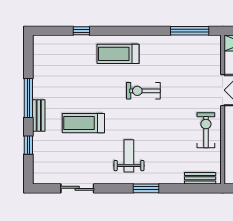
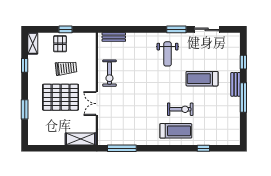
exercise bike: (143, 91) -> (180, 109), moved
treadmill: (83, 123) -> (202, 79), turned 180
window: (146, 188) -> (176, 29), moved

